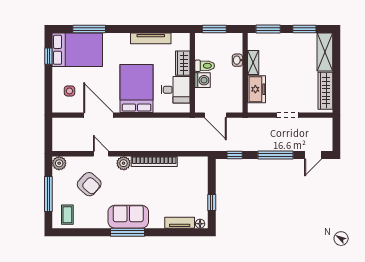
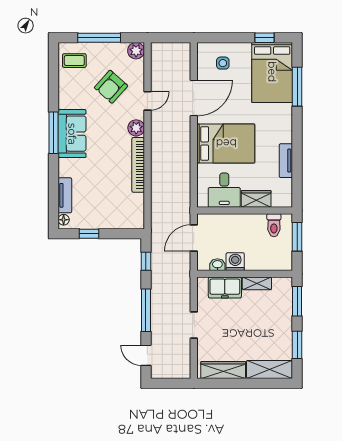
tv unit: (151, 38) -> (286, 161), width x0.71
washbasin: (237, 60) -> (217, 265), moved
toilet: (205, 66) -> (274, 225), moved
washing machine: (202, 80) -> (235, 262), moved, turned 180

